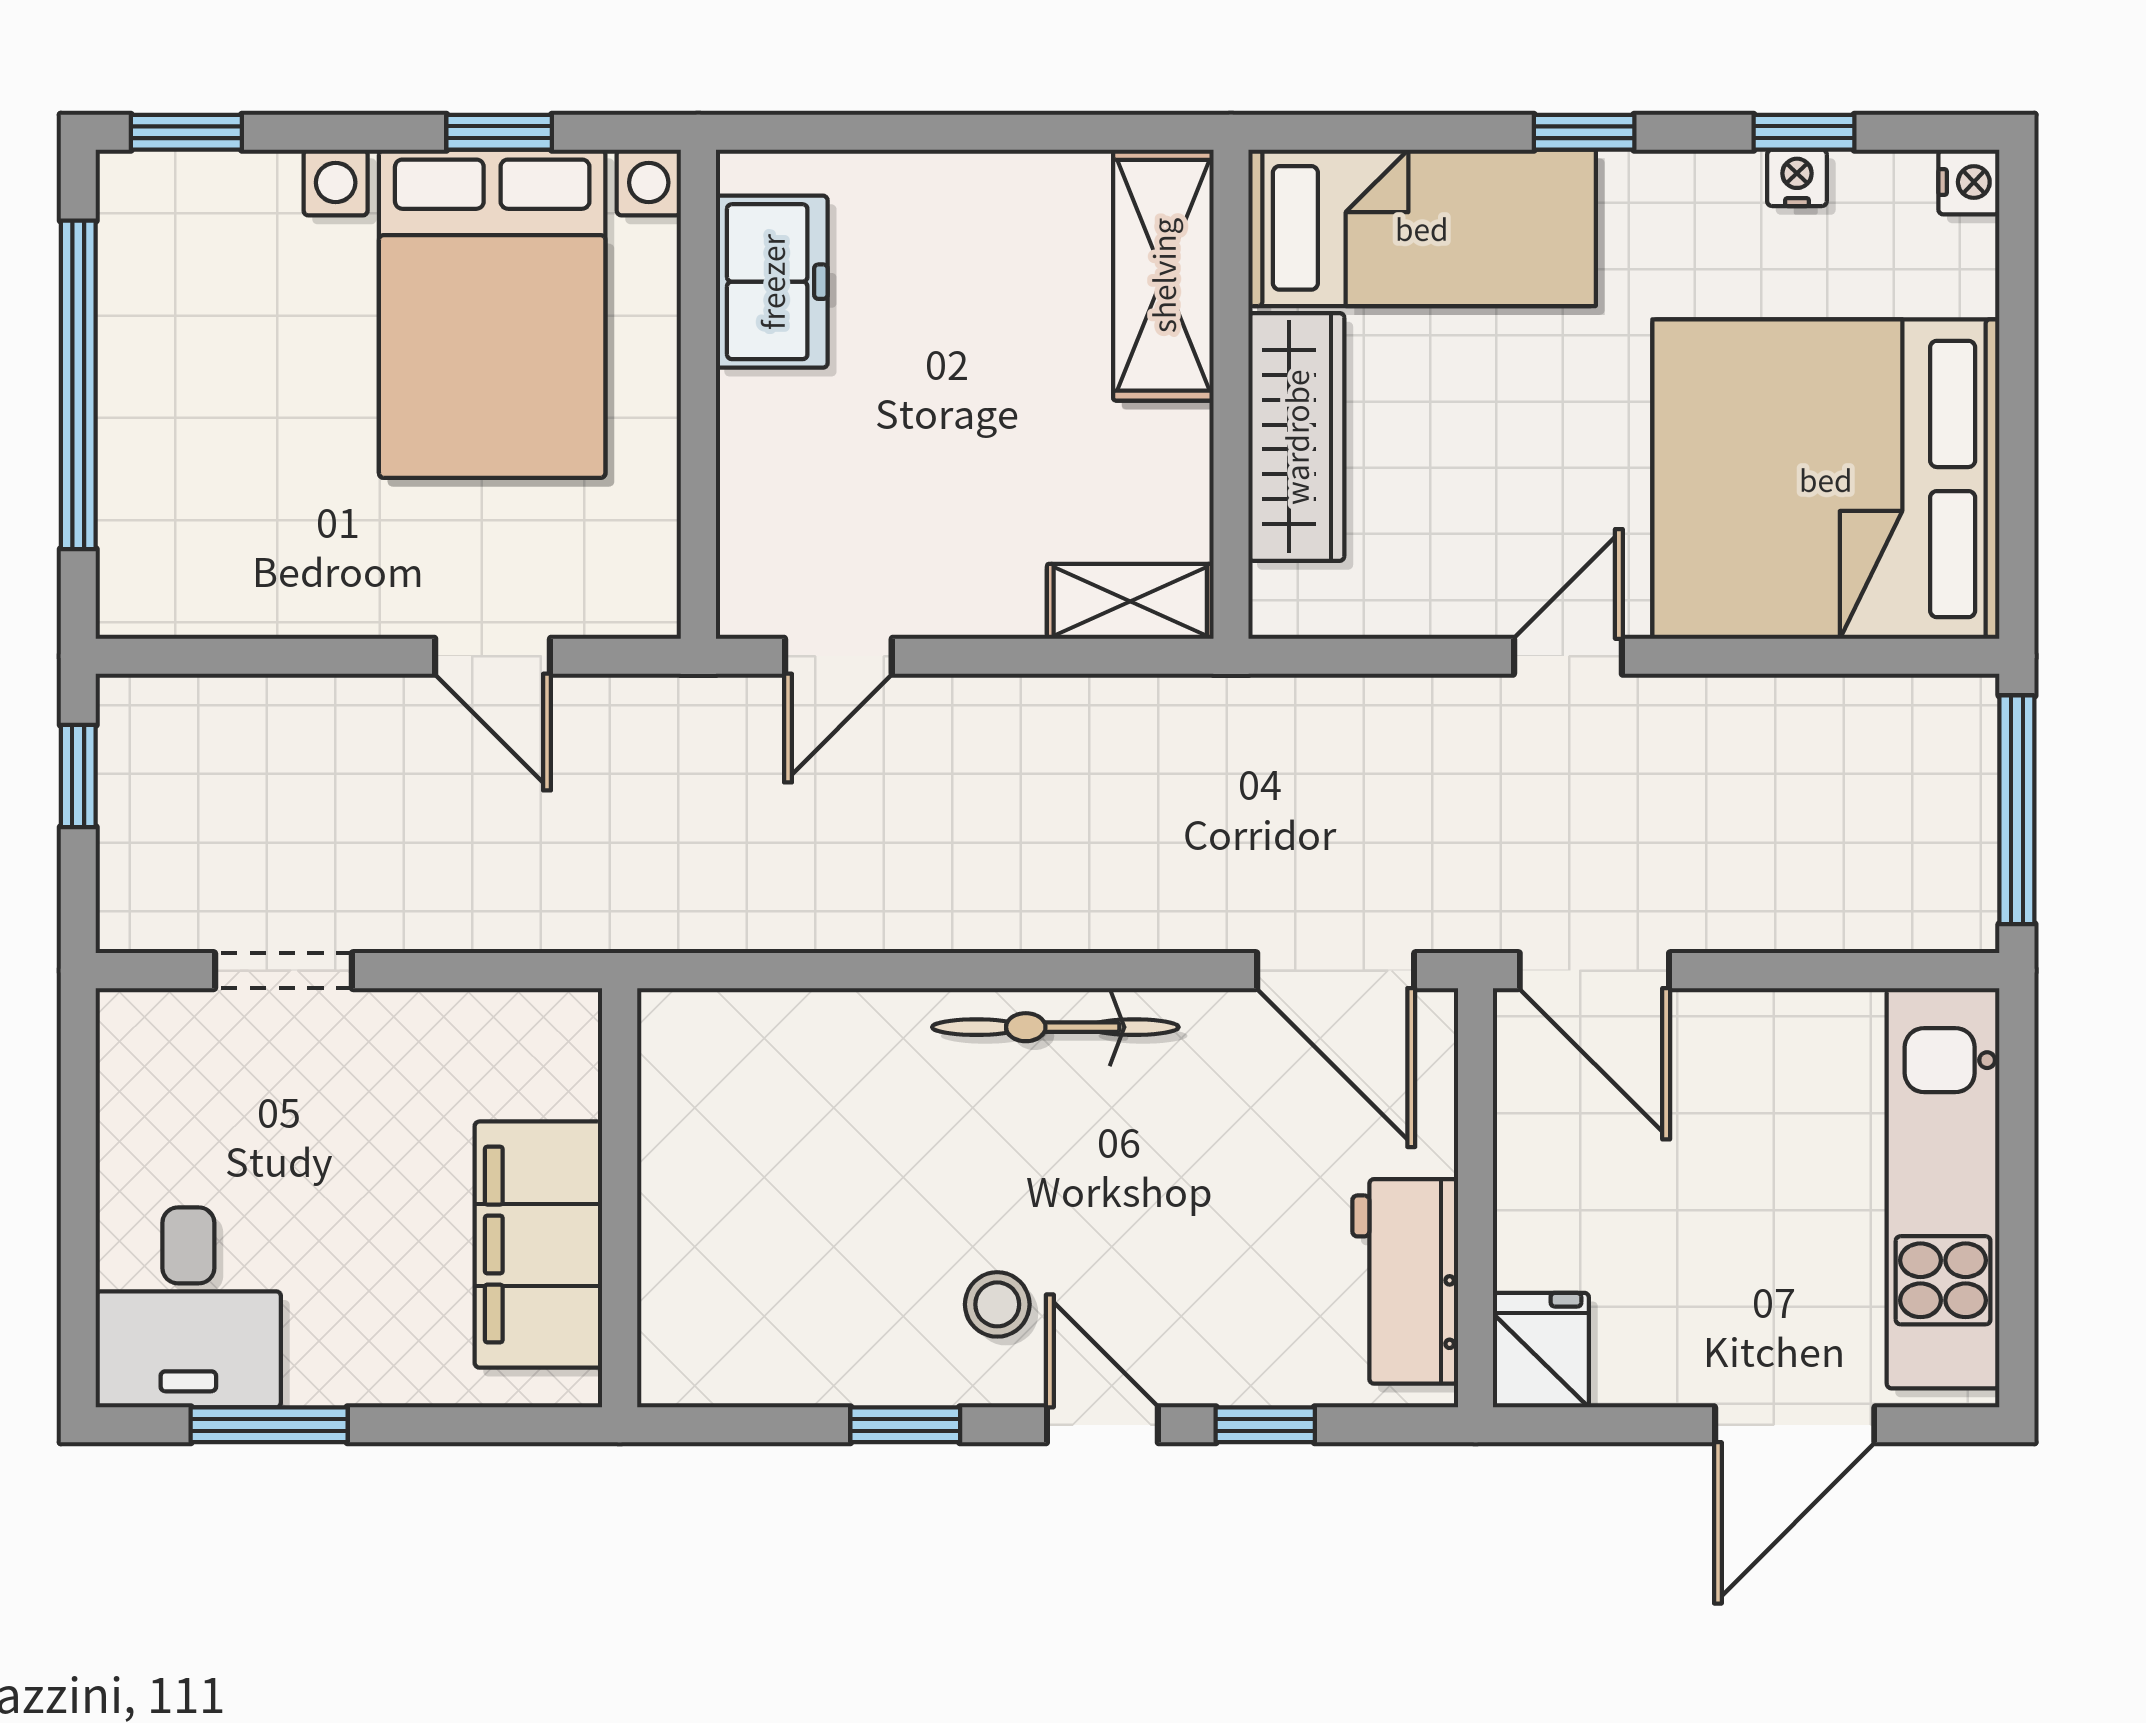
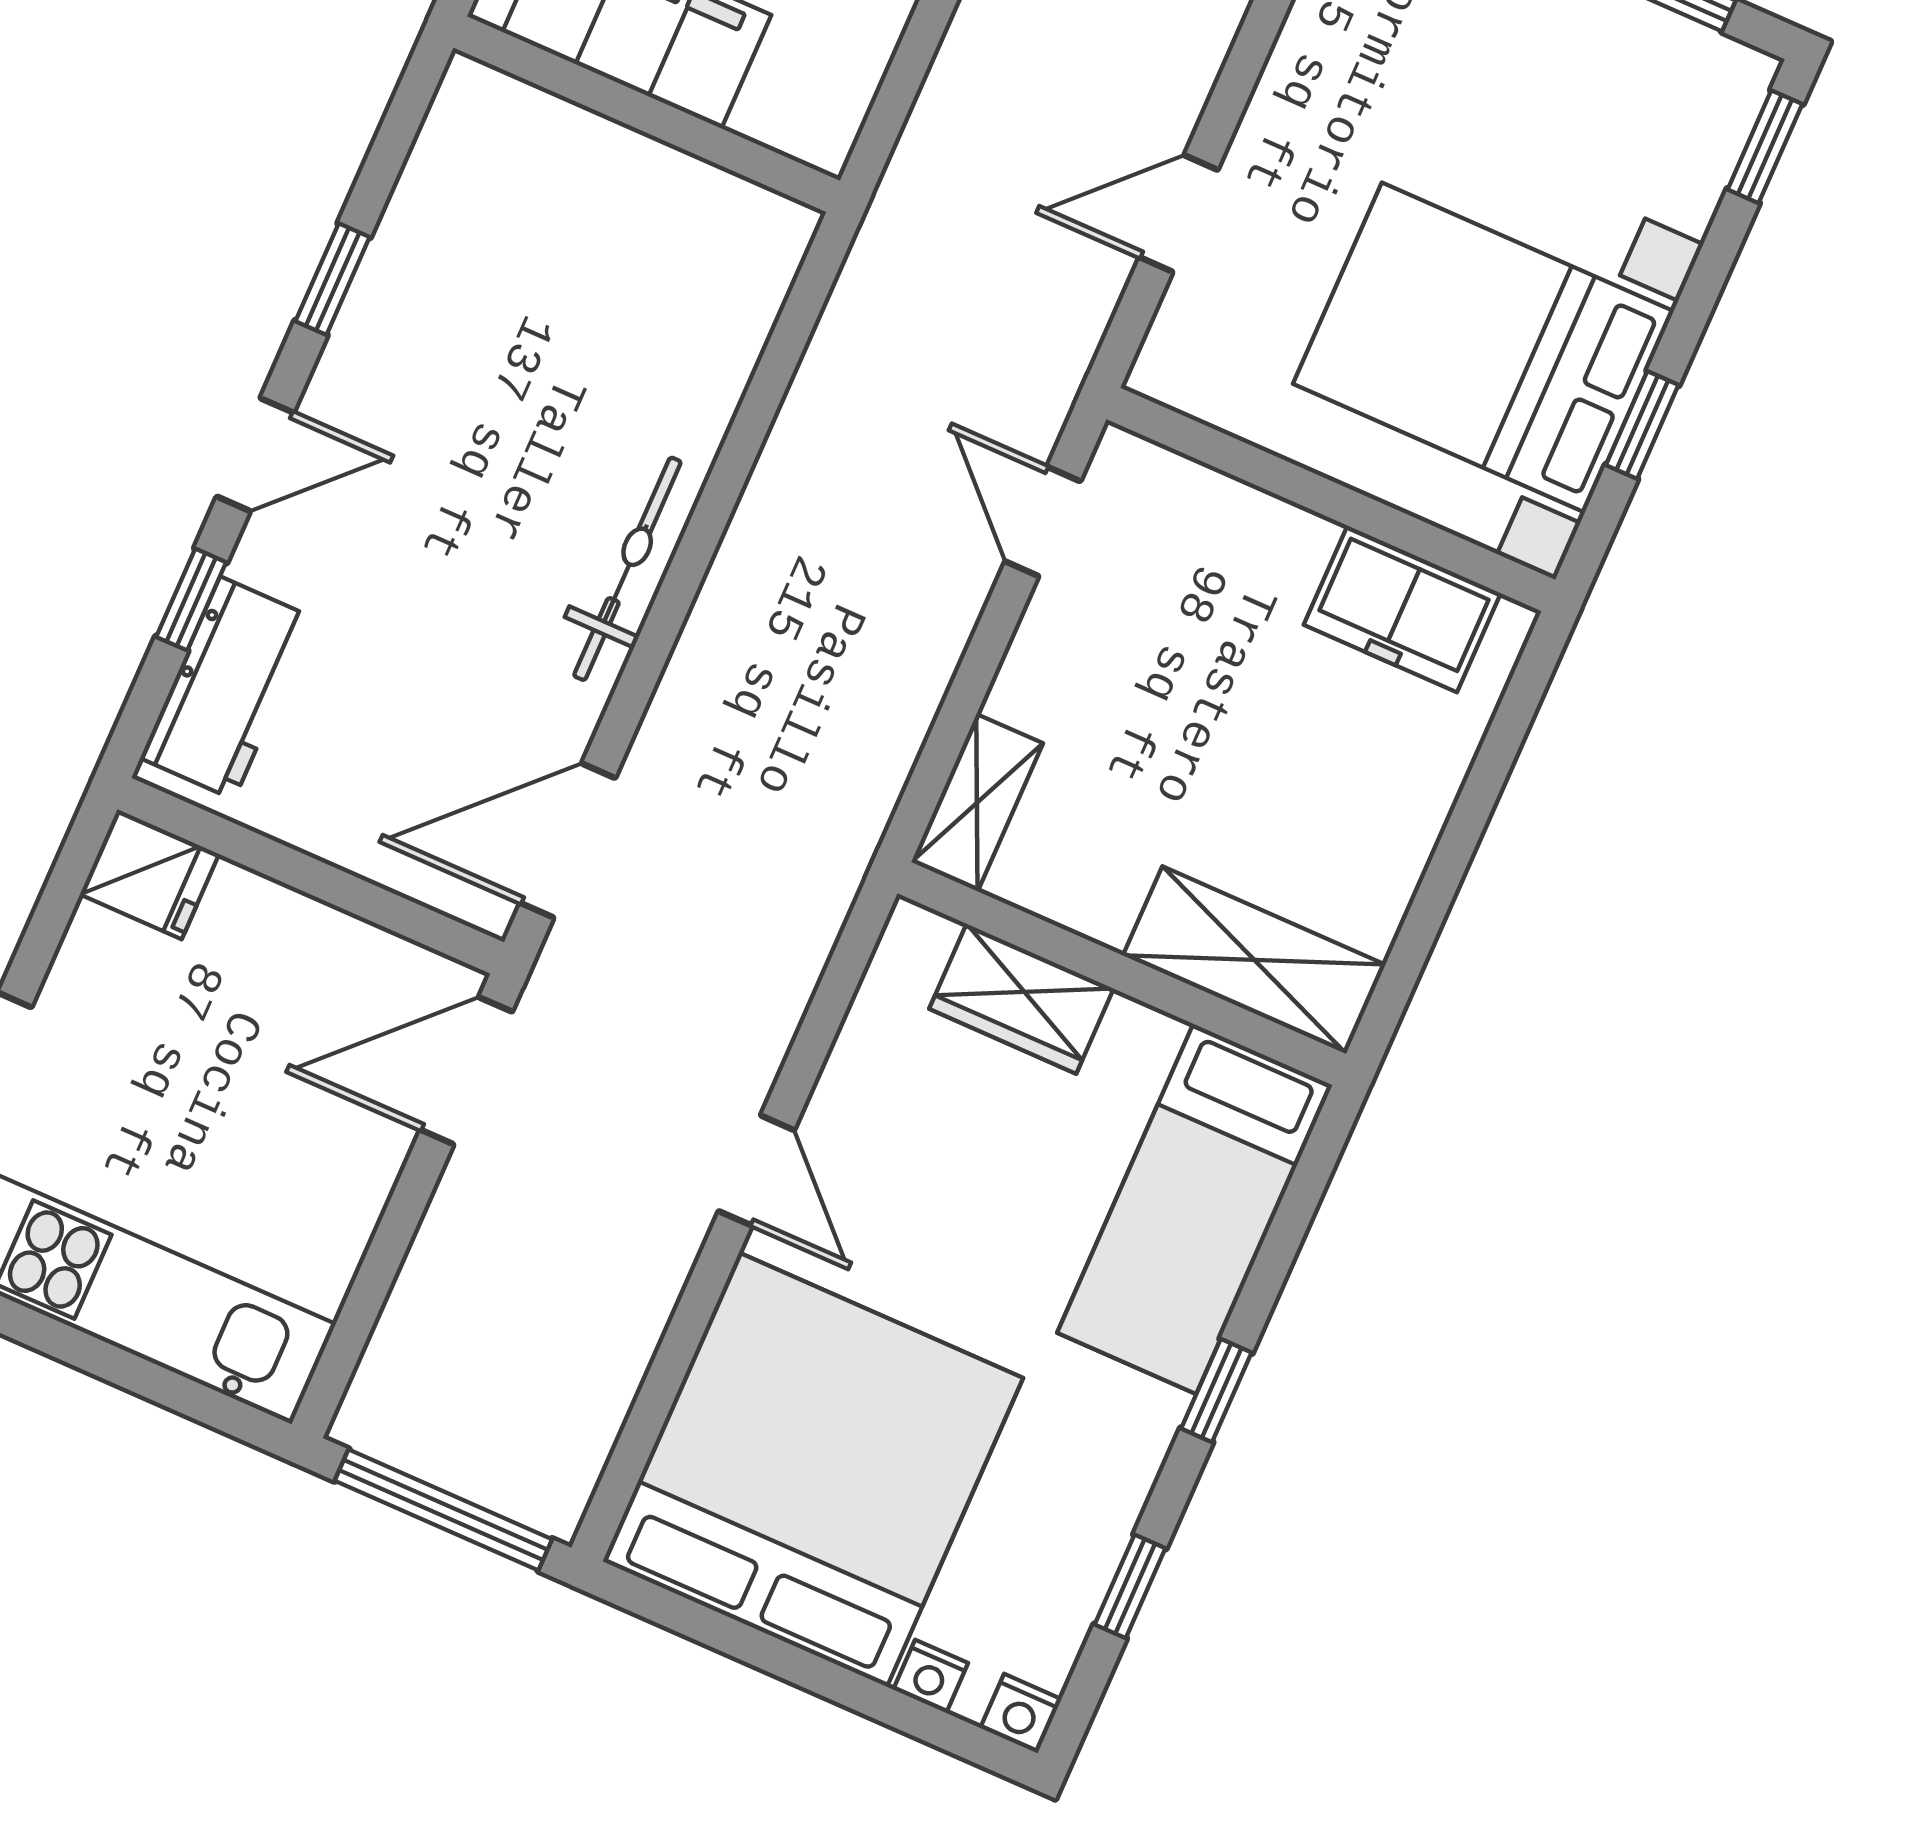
nightstand: (1797, 178) -> (931, 1676), moved, turned 90
wardrobe: (1296, 437) -> (1021, 999), width x0.67
workbench: (1405, 1281) -> (227, 688), moved, turned 90
stool: (997, 1304) -> (404, 408), removed

